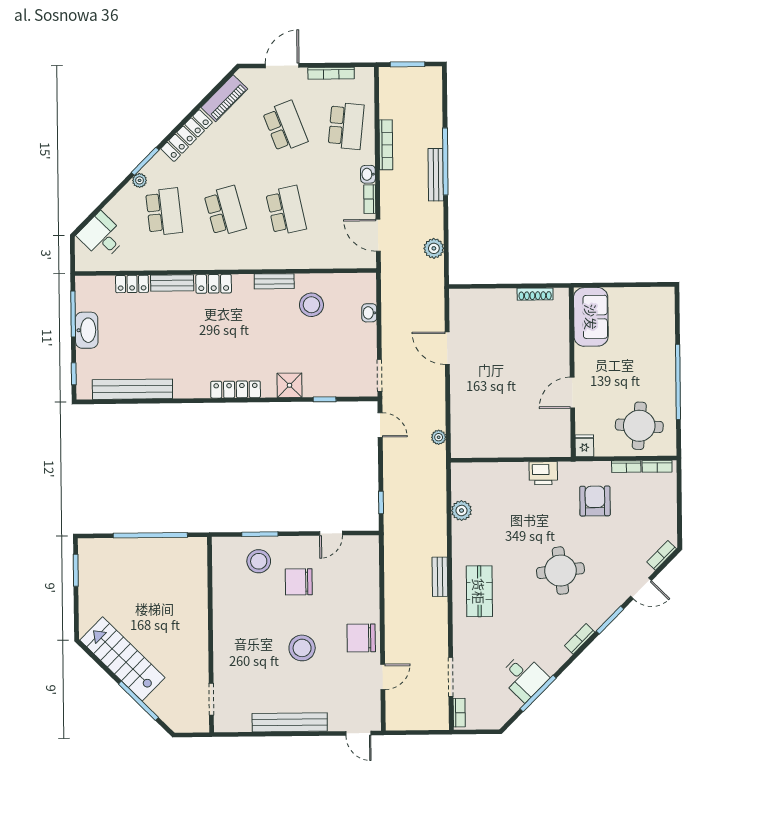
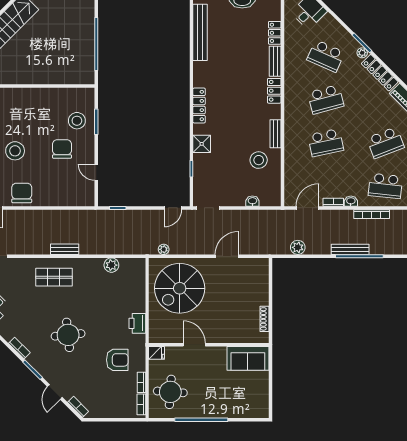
plant: (140, 180) -> (362, 53), moved
school desk: (164, 212) -> (326, 56), turned 30
spiral stairs: (493, 414) -> (180, 288), added

